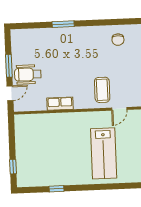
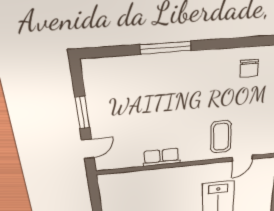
window: (63, 24) -> (166, 48), width x1.44
wheelchair: (28, 74) -> (113, 123), removed

